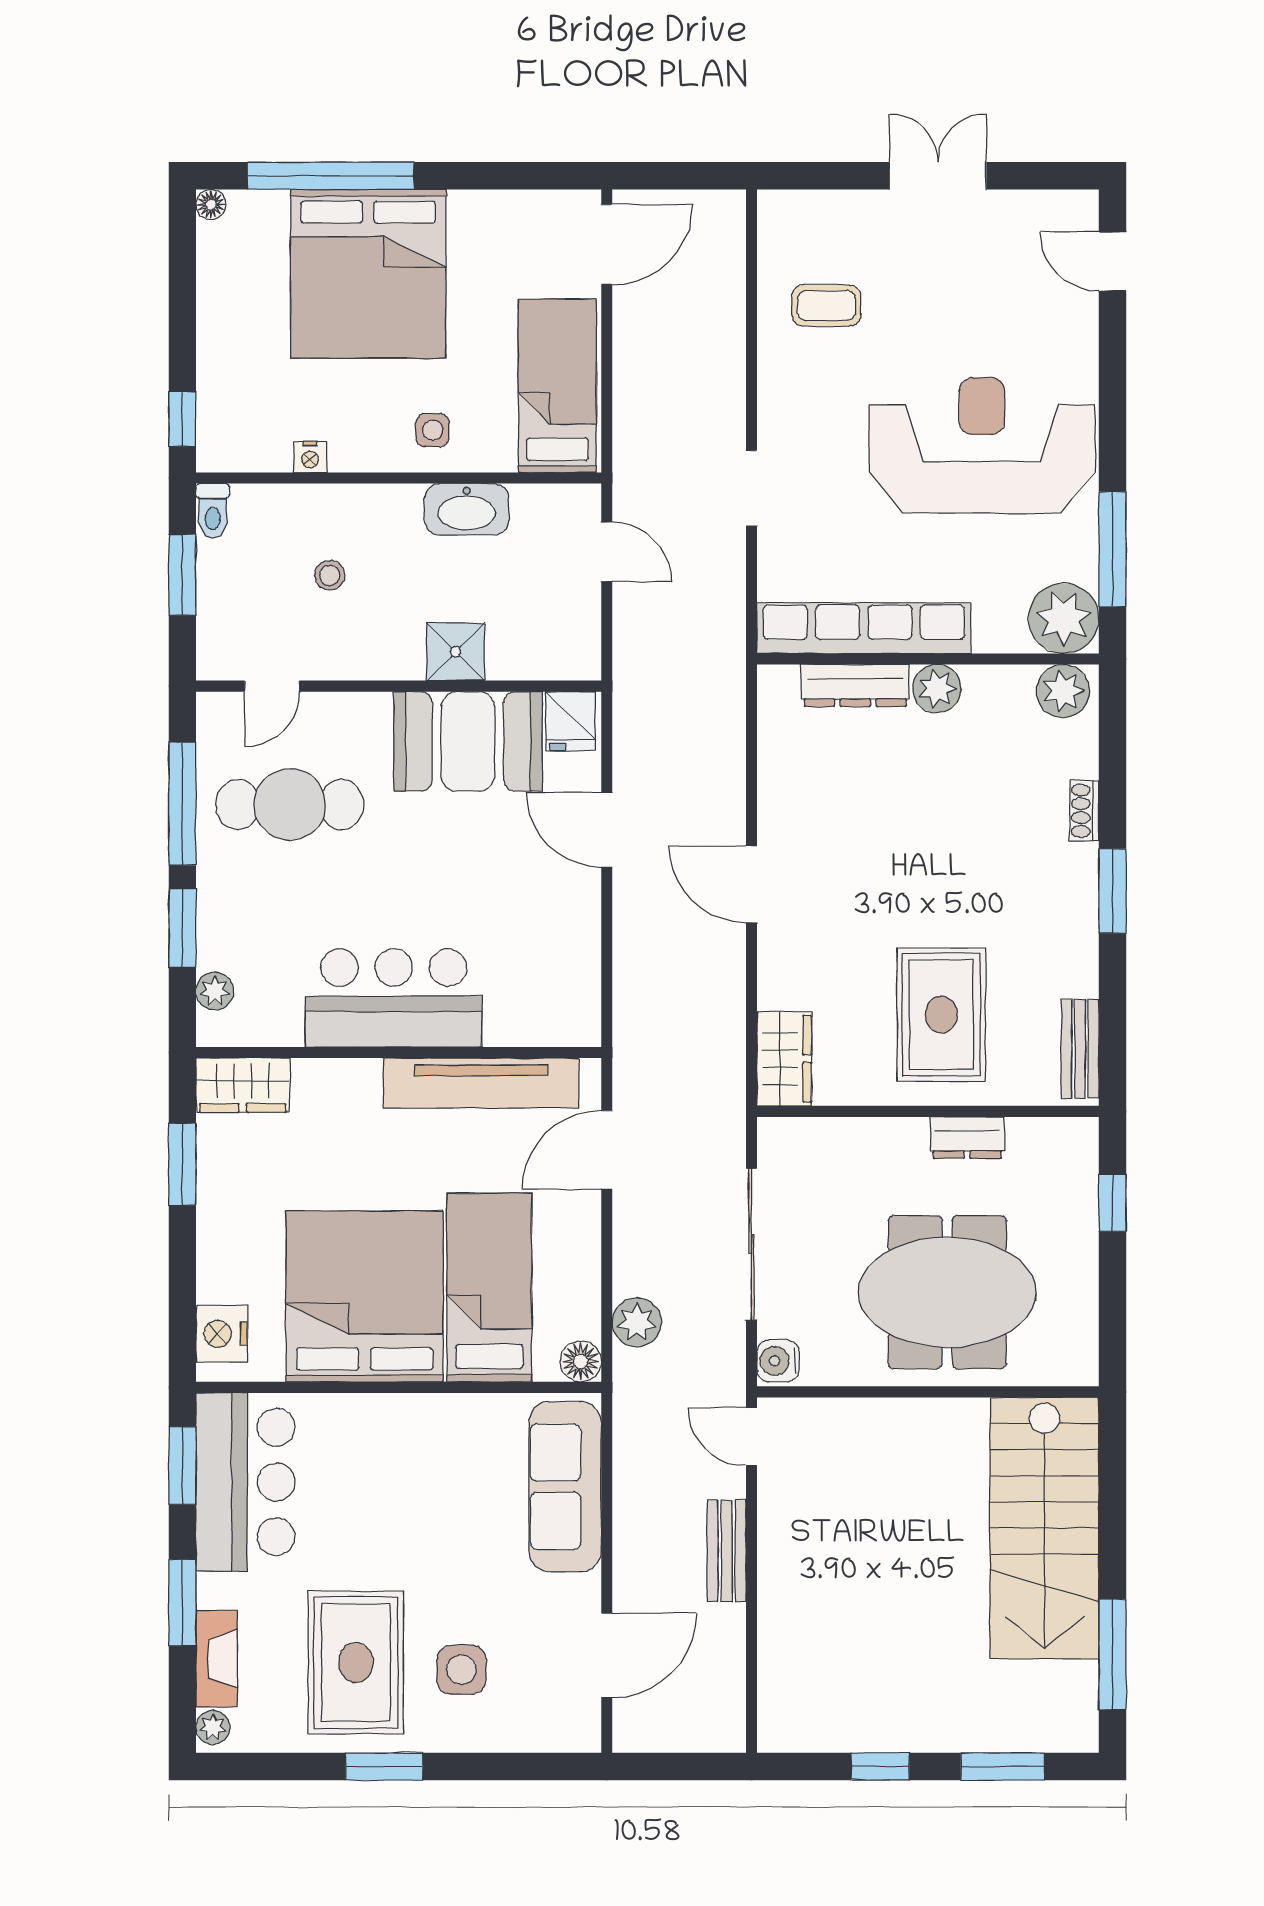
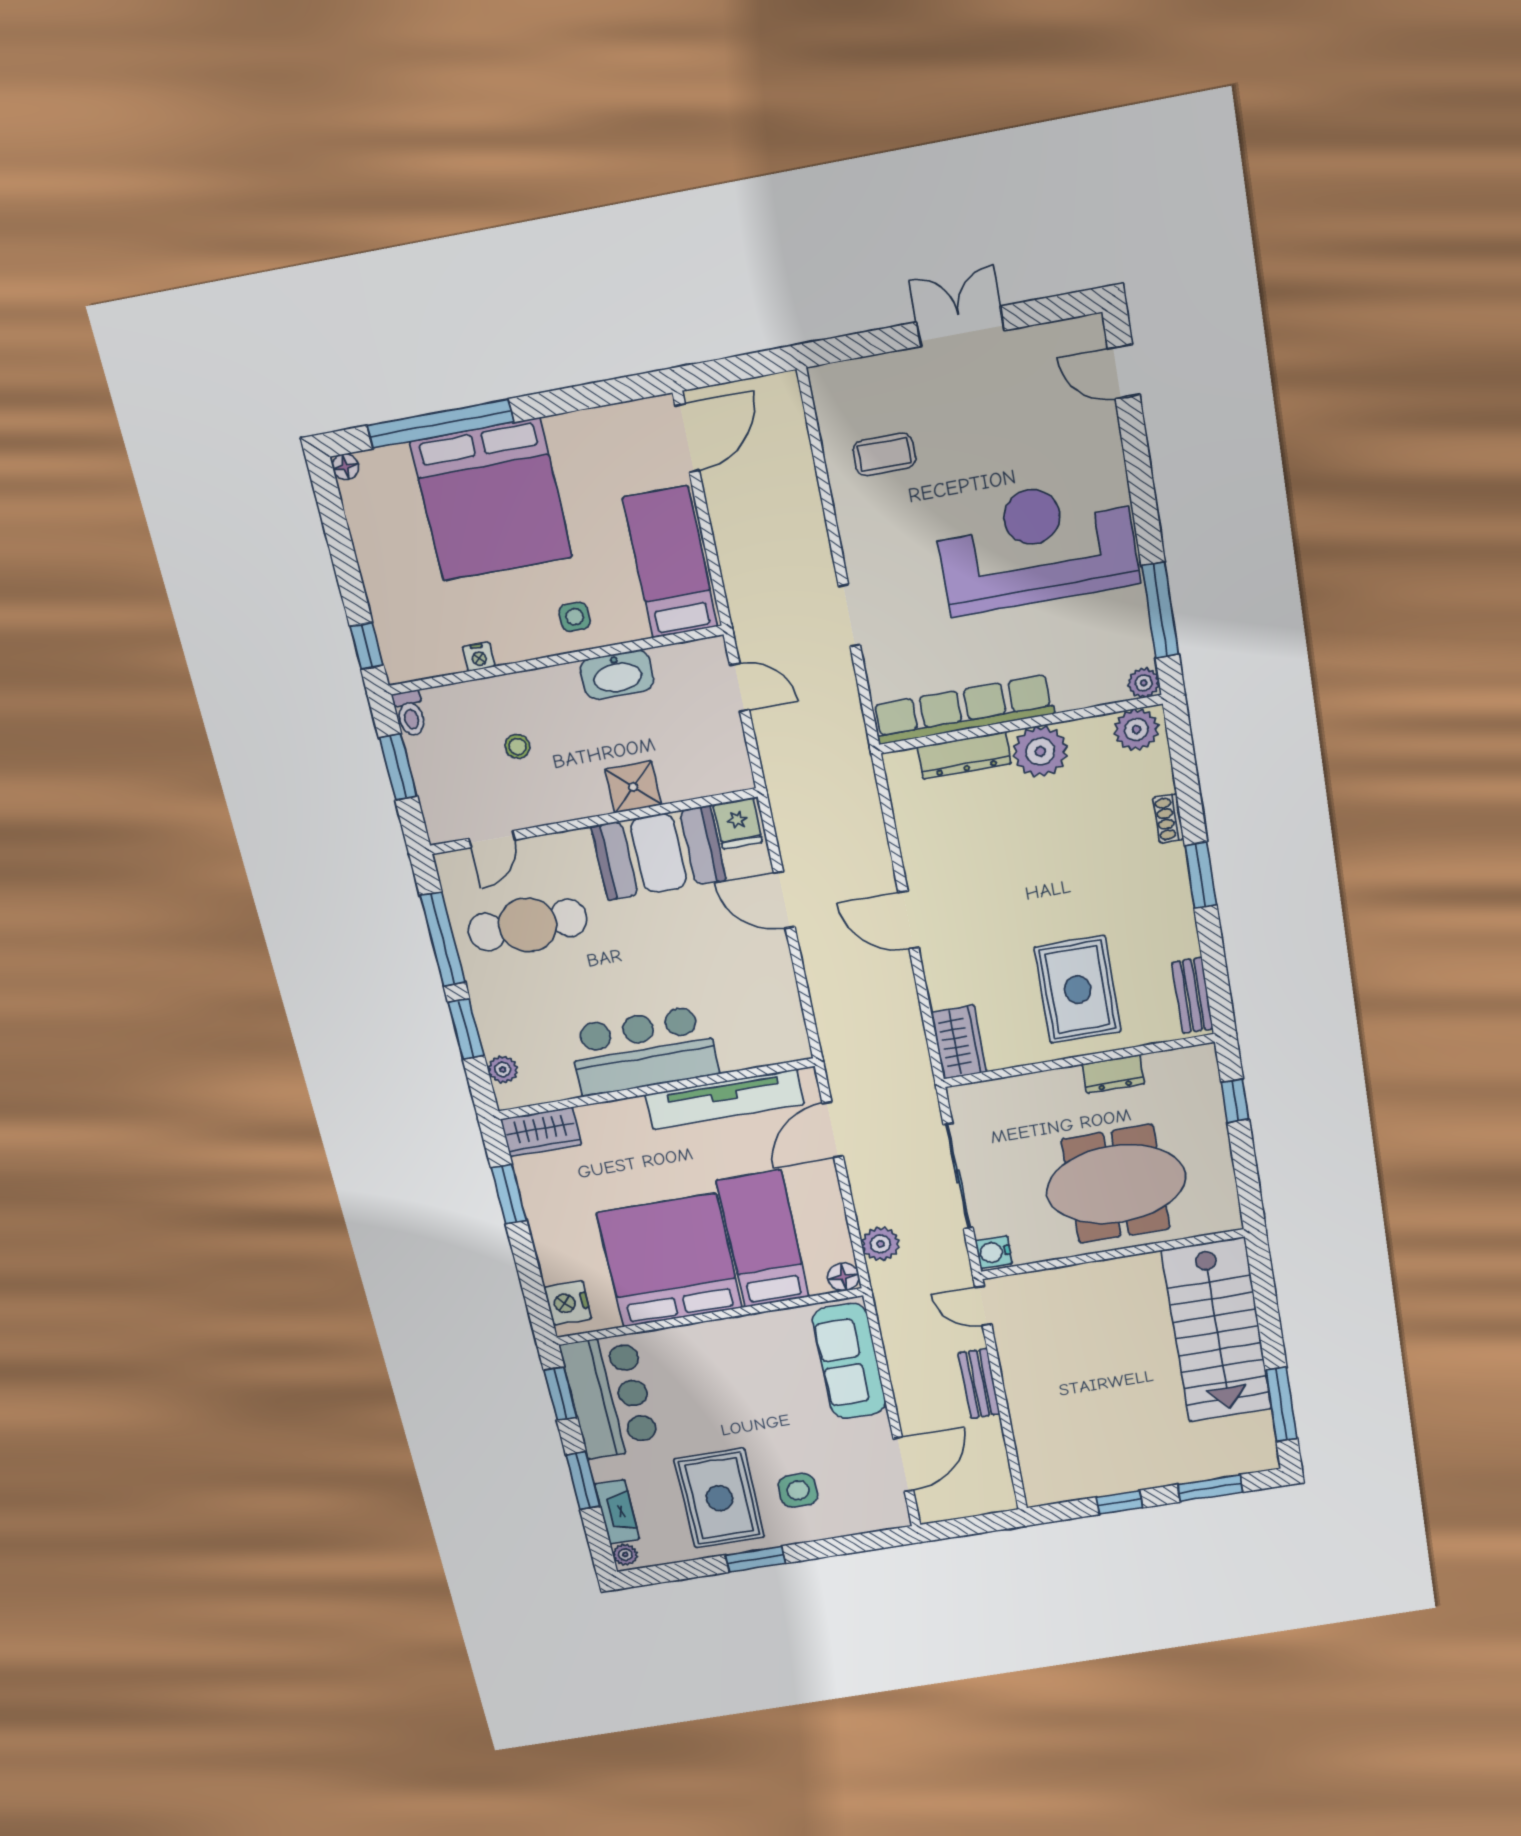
plant: (1064, 618) -> (1144, 683), width x0.53, depth x0.53
plant: (937, 689) -> (1040, 751), width x1.36, depth x1.36

